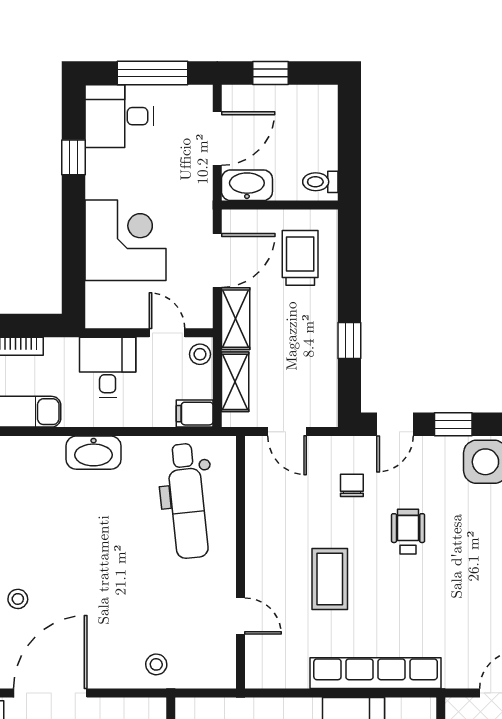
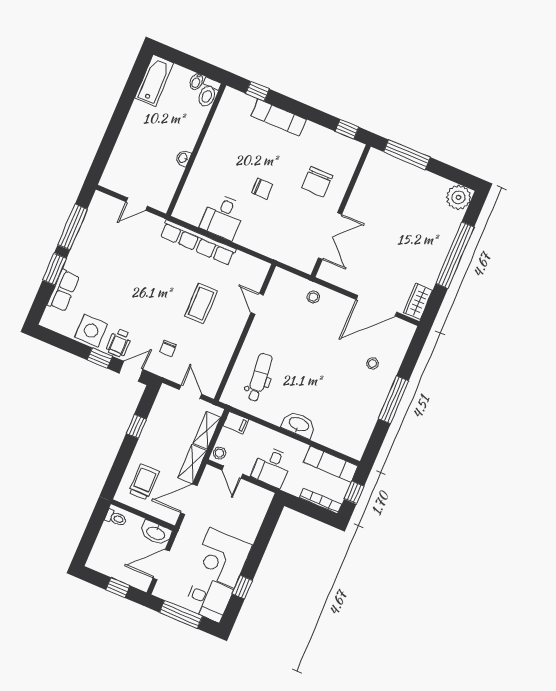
corner desk: (126, 240) -> (222, 558), moved
trolley: (300, 258) -> (144, 482), turned 180
dental chair: (187, 501) -> (260, 377), width x0.73, depth x0.72
wheelchair: (408, 532) -> (119, 343), moved

